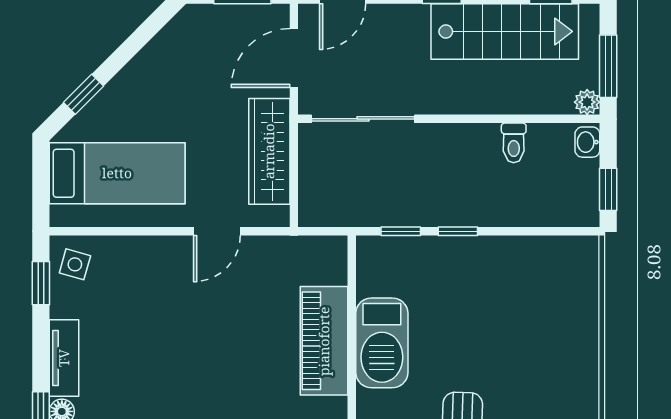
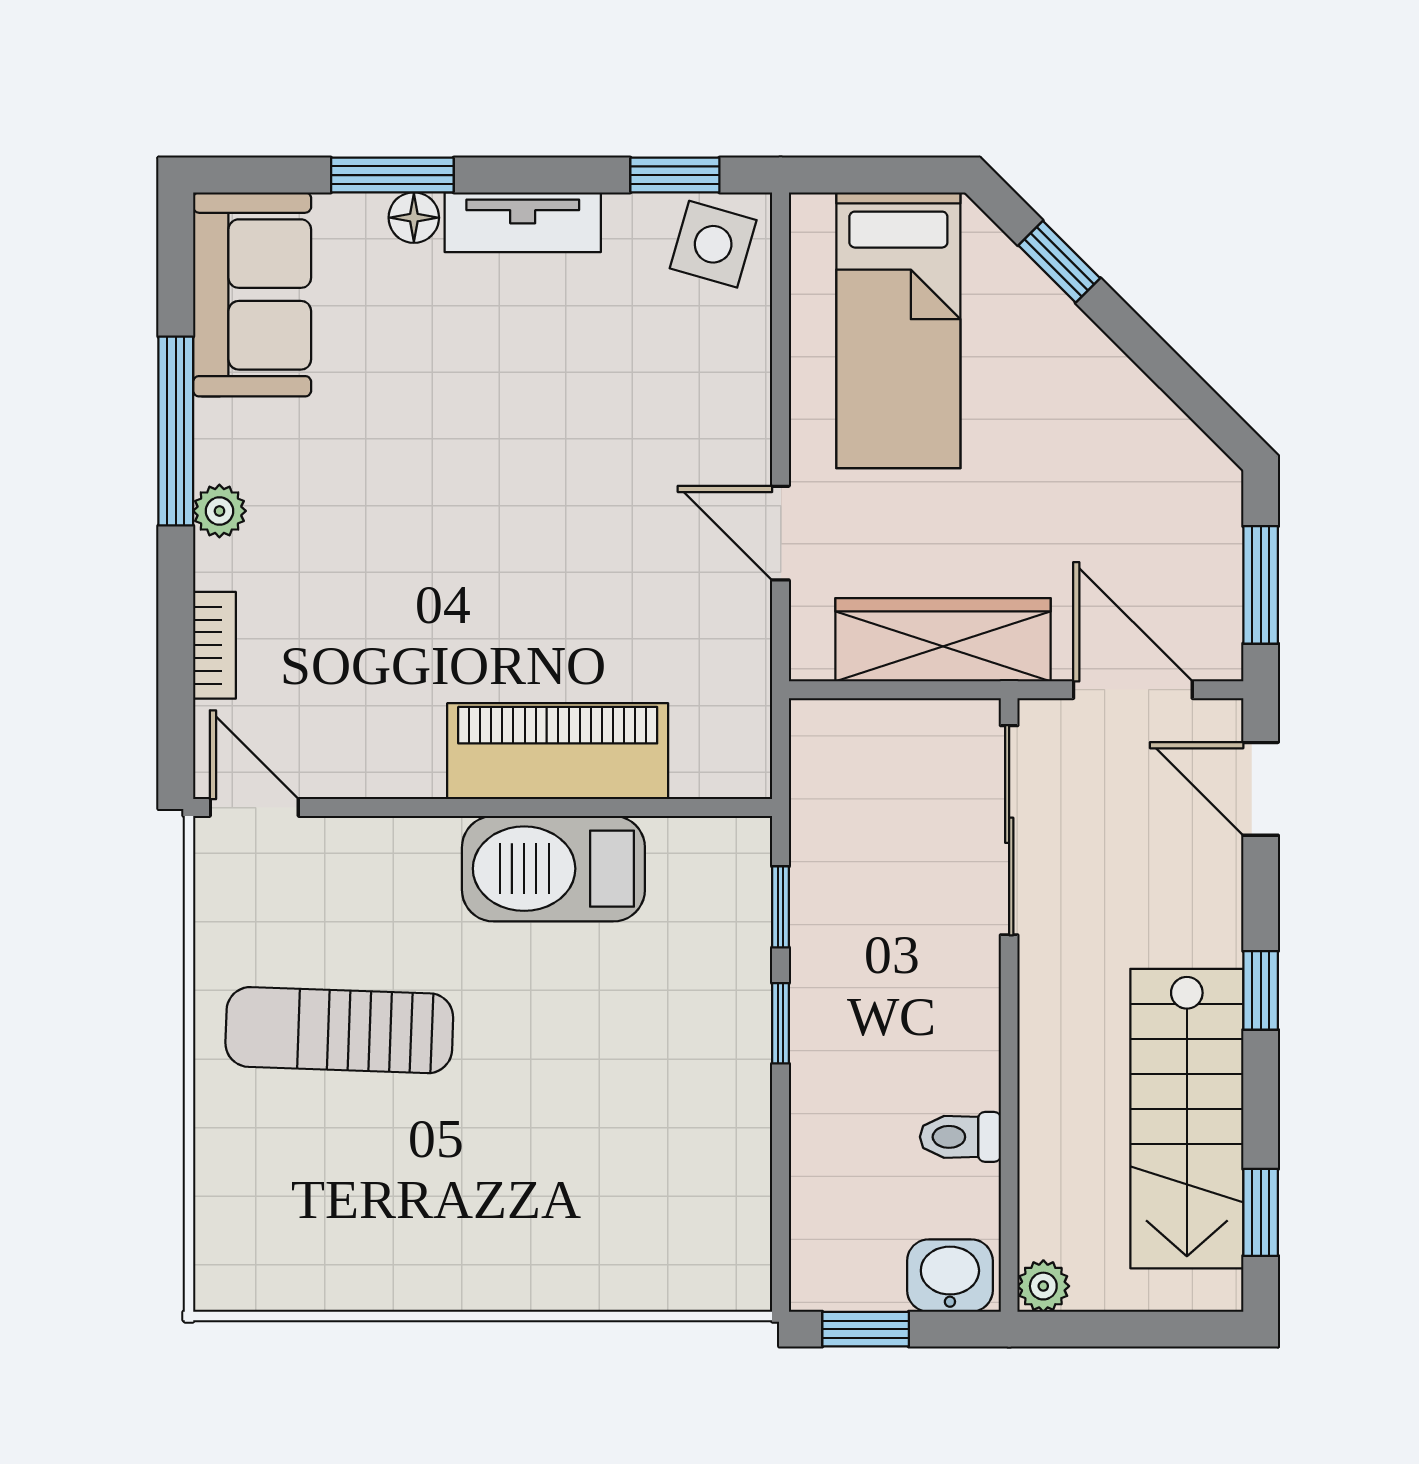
window: (608, 66) -> (1116, 1329), removed
washbasin: (587, 142) -> (950, 1276), width x1.38, depth x1.45
side table: (75, 264) -> (713, 244), width x1.37, depth x1.37

